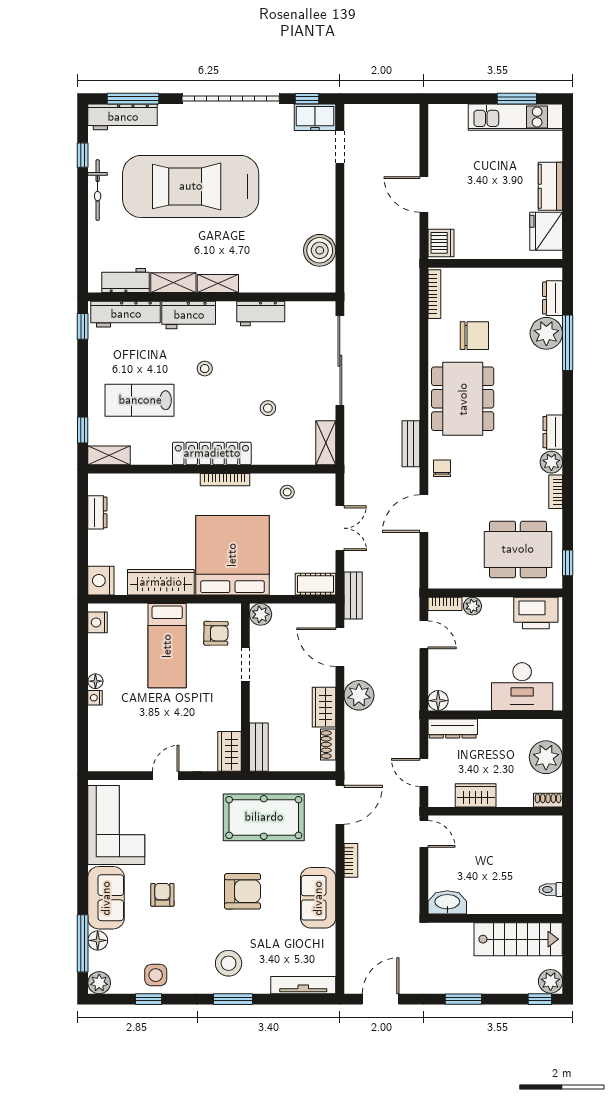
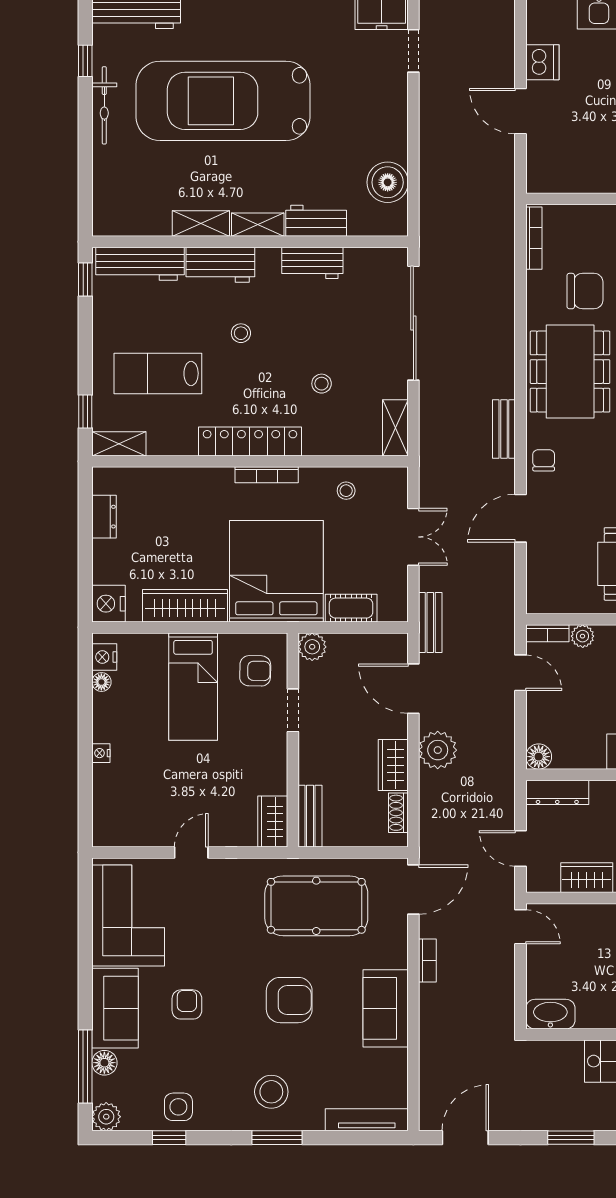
dishwasher: (441, 243) -> (542, 62), moved
workbench: (126, 281) -> (316, 221), moved
cot: (316, 584) -> (351, 608), moved
floor lamp: (95, 681) -> (101, 682), moved

